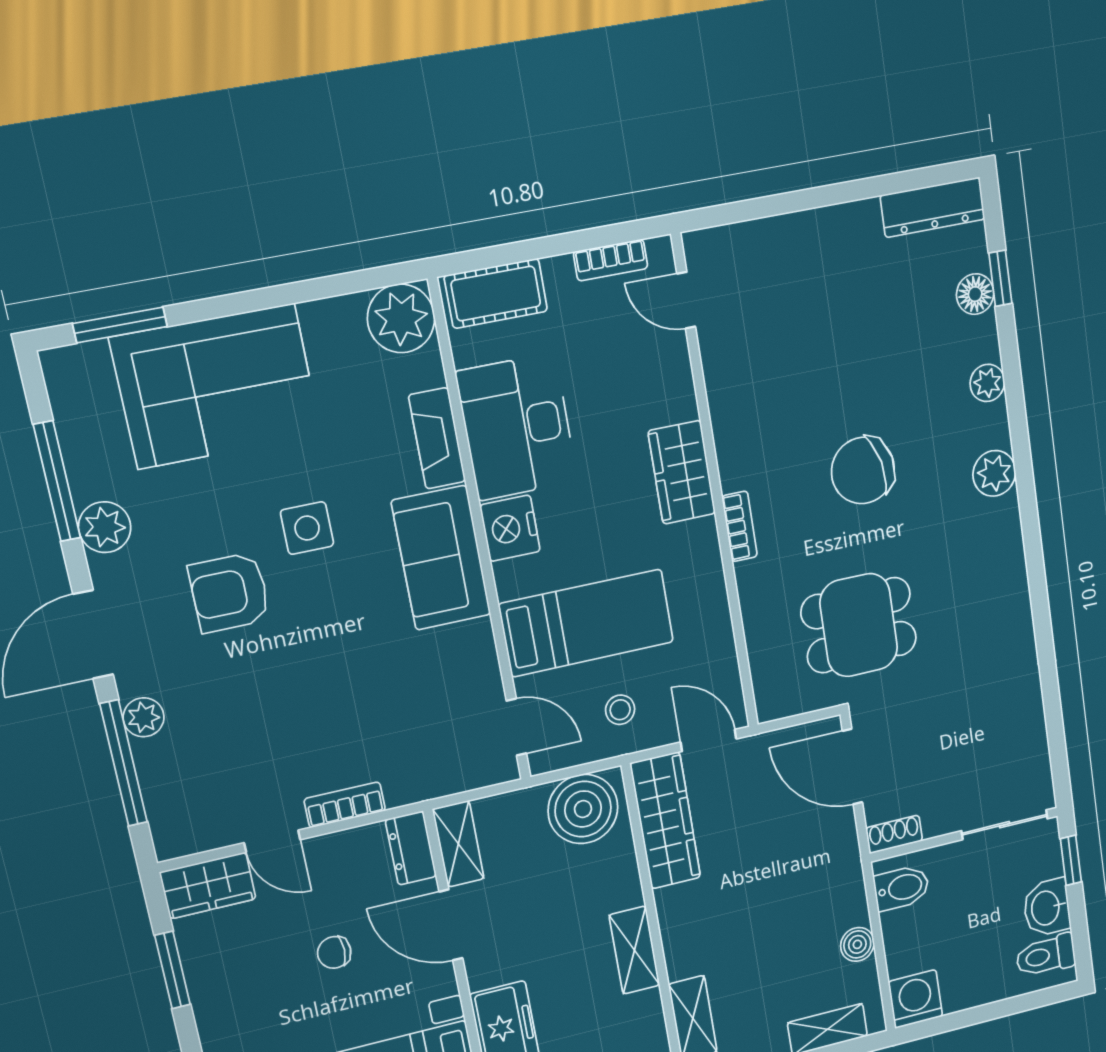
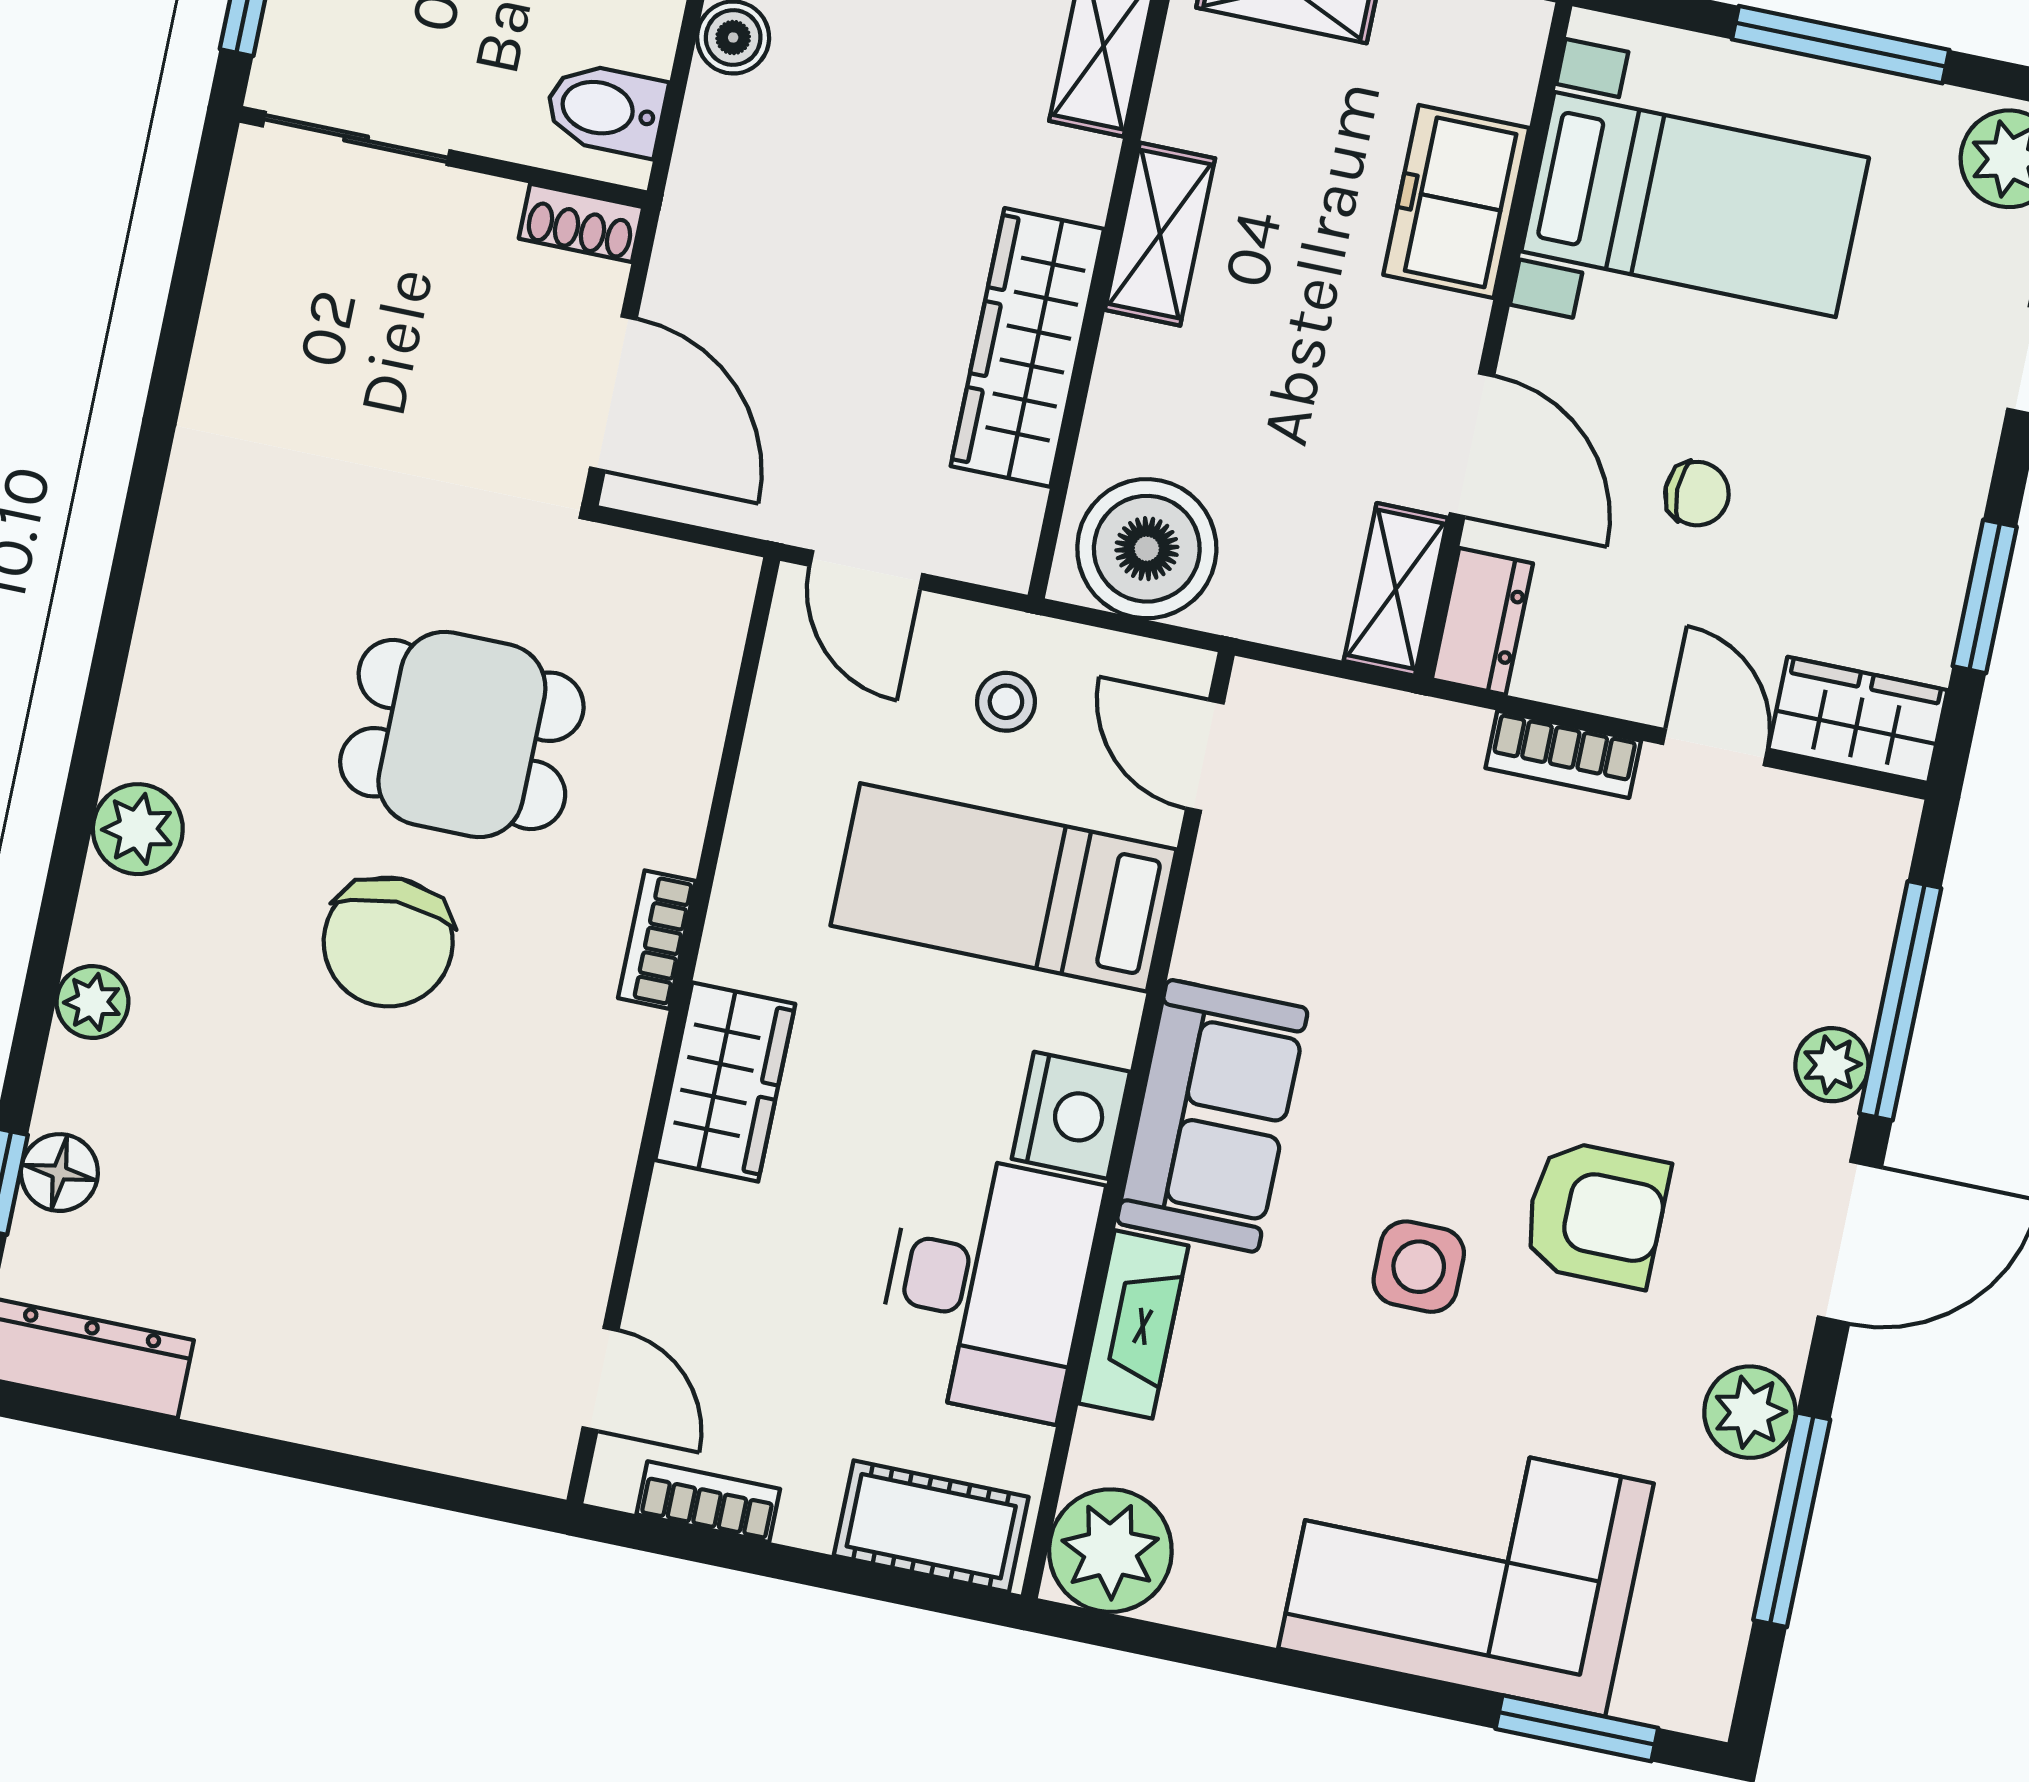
chair: (863, 470) -> (388, 942), turned 103
dining table: (859, 625) -> (462, 735), moved
wardrobe: (665, 821) -> (1027, 347), moved

